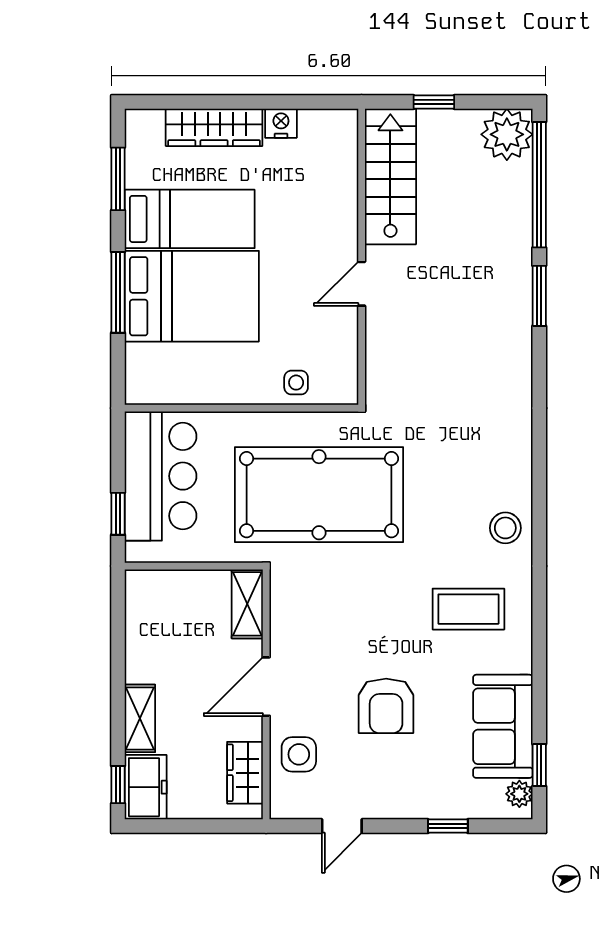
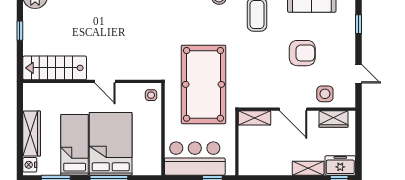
nightstand: (281, 123) -> (30, 165), moved
stairs: (390, 176) -> (55, 68), moved
wall: (362, 257) -> (92, 81), moved
door: (362, 284) -> (105, 81), moved

